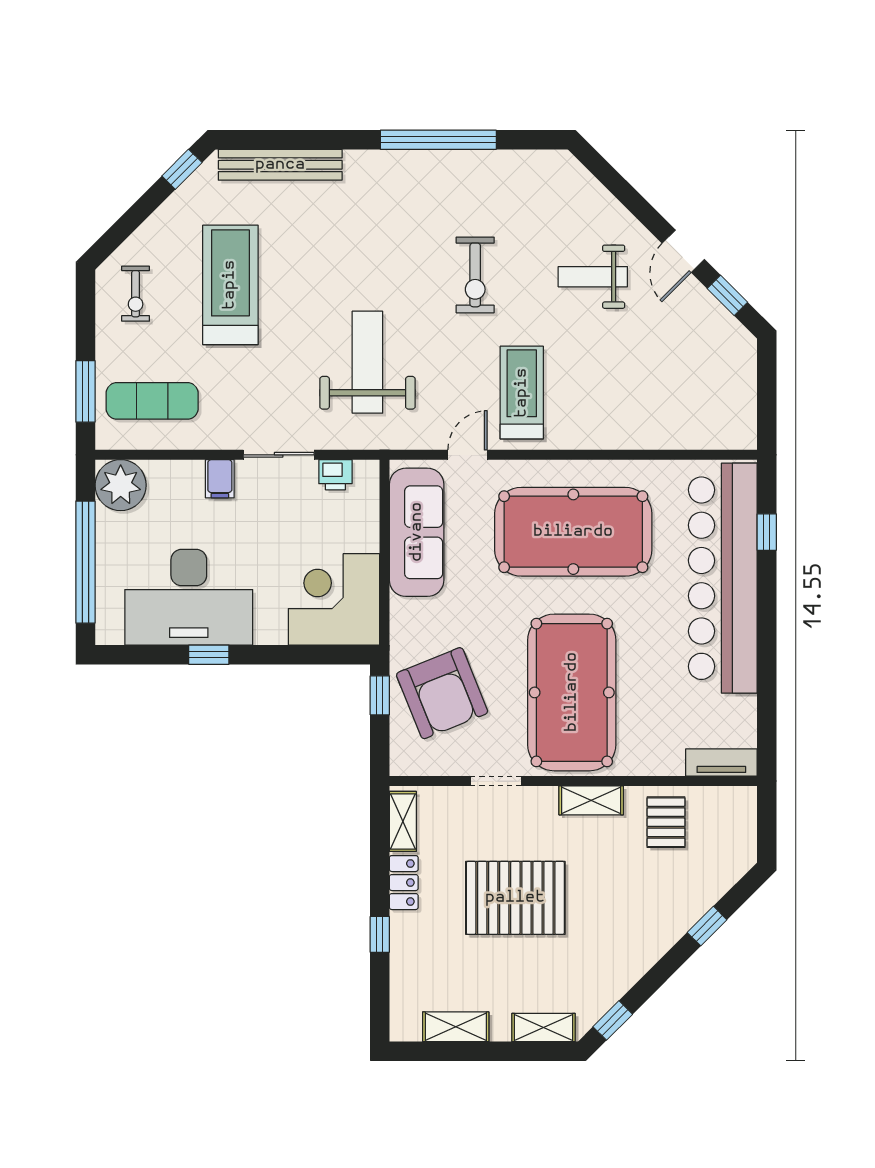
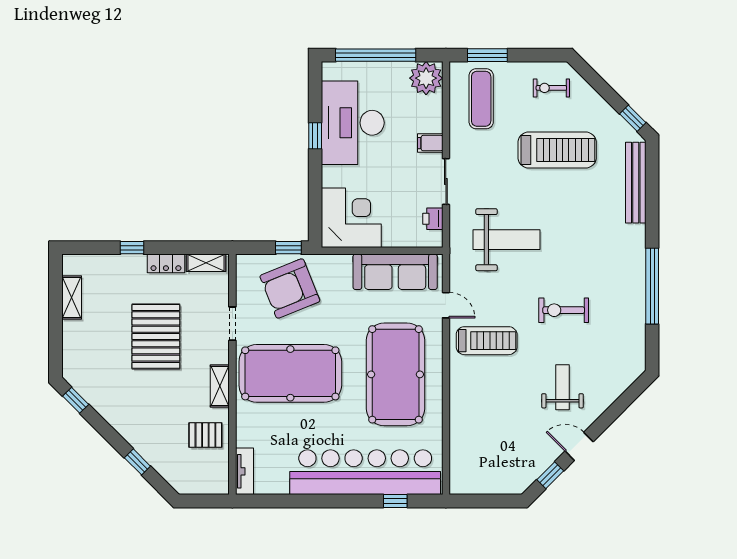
shelving: (544, 1027) -> (71, 355), removed

